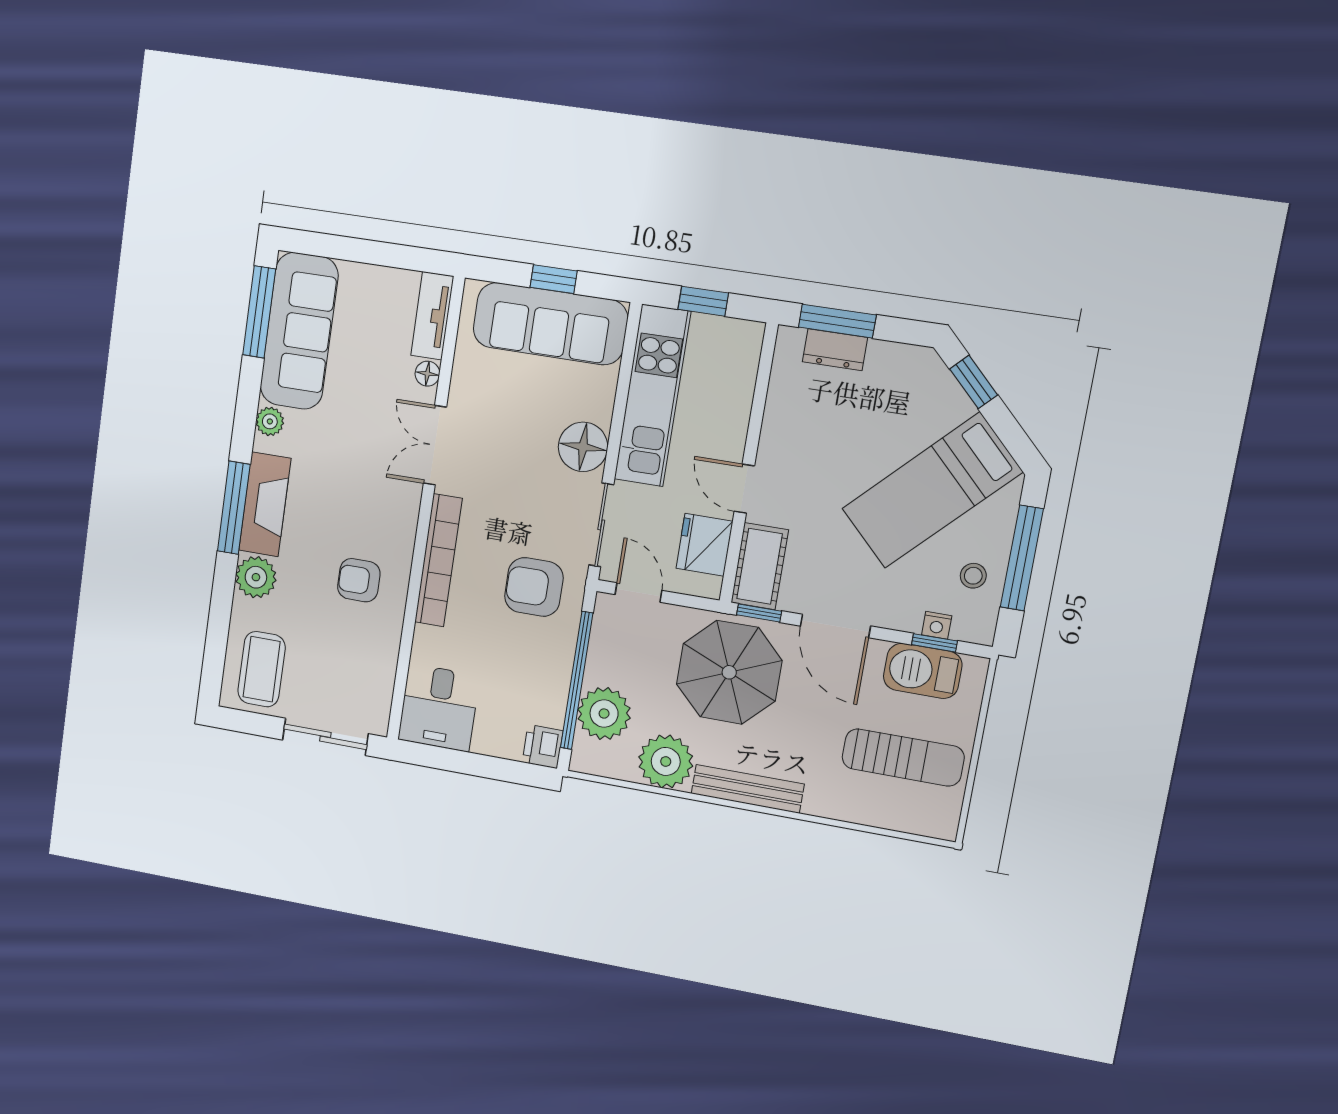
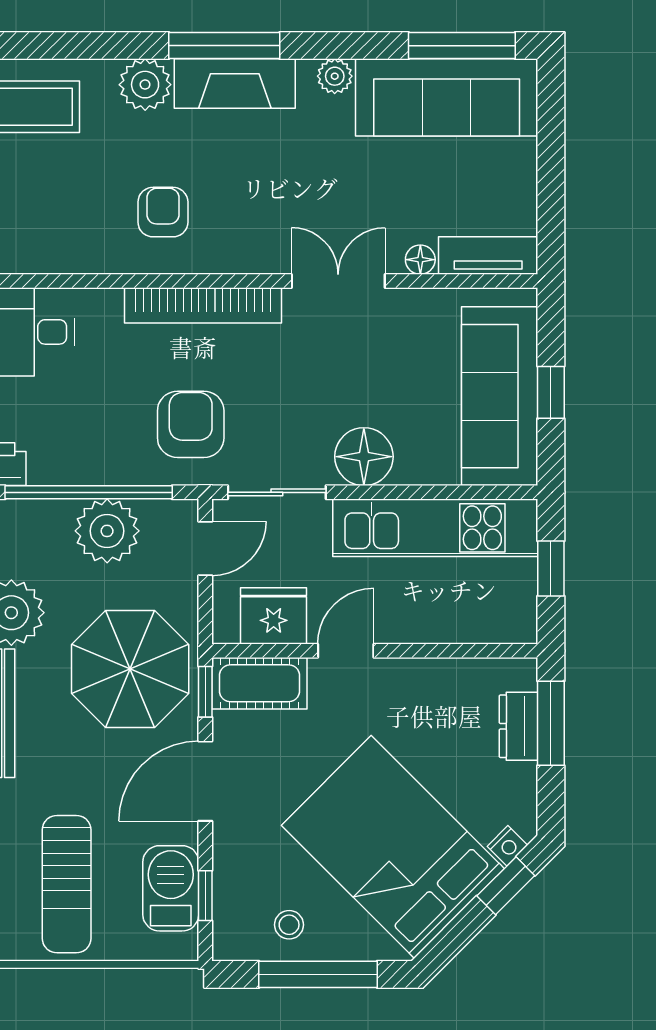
bed: (932, 490) -> (393, 847), width x1.50
nightstand: (937, 625) -> (507, 846), moved, turned -135
plant: (604, 714) -> (107, 531), moved

